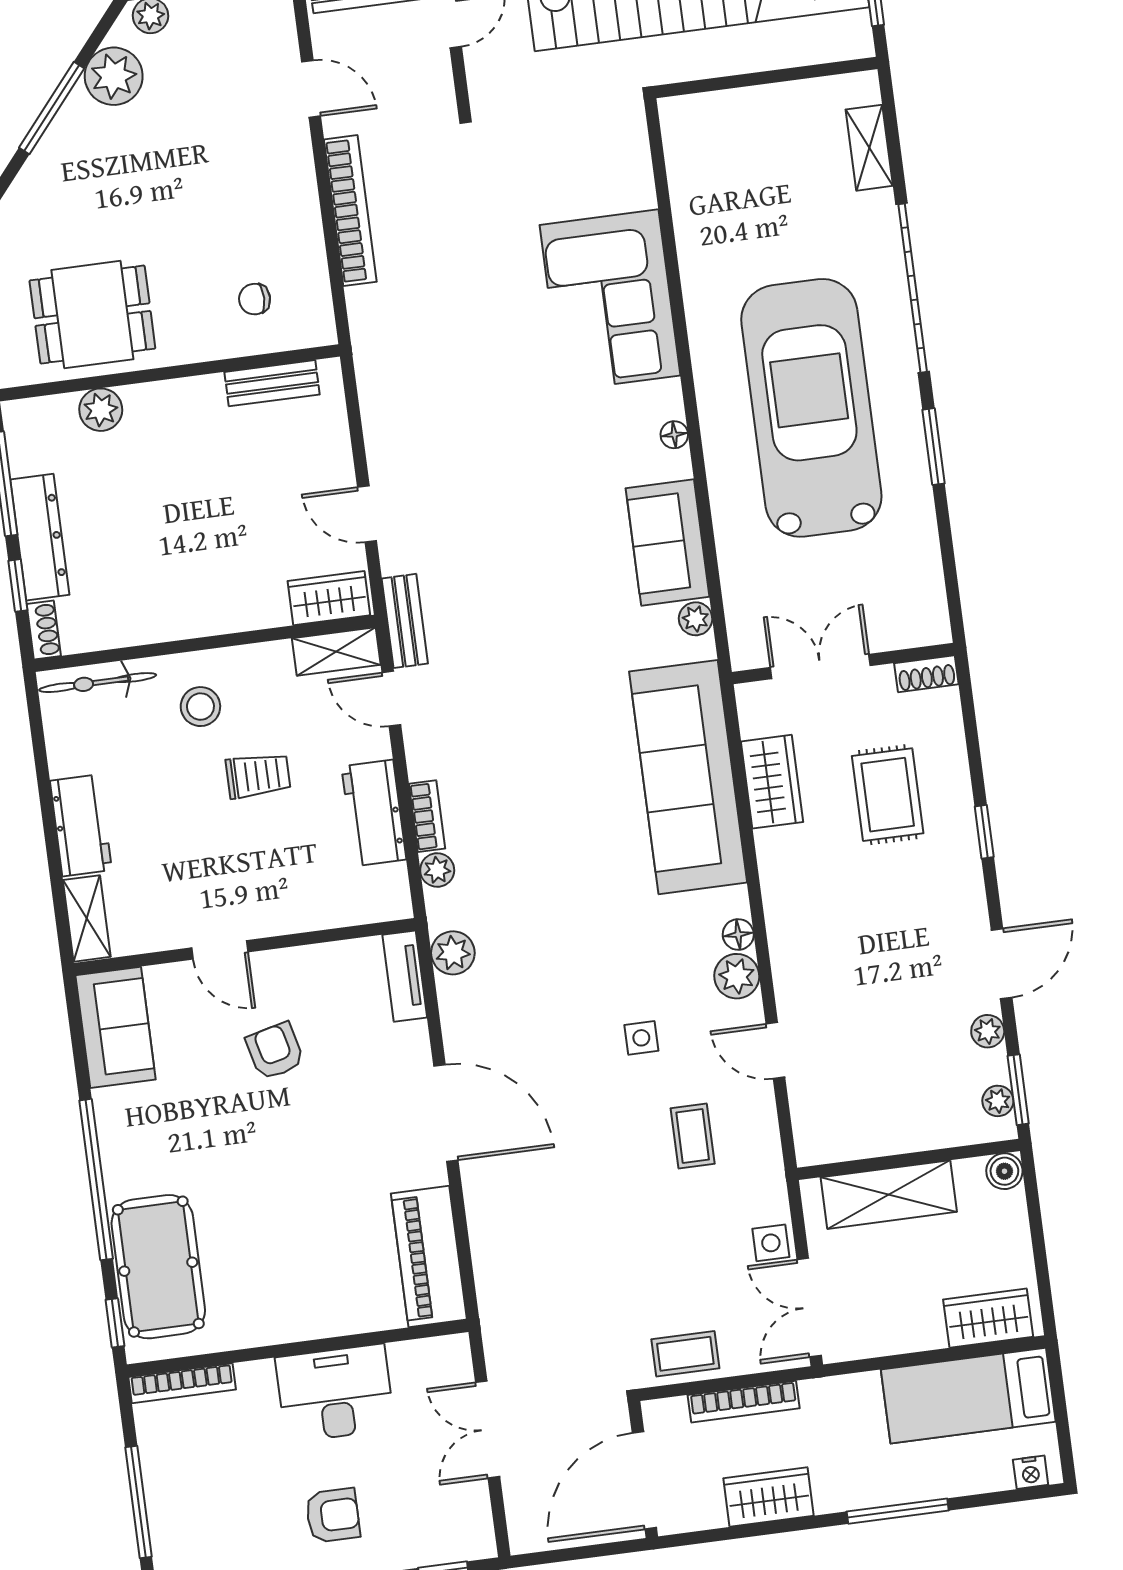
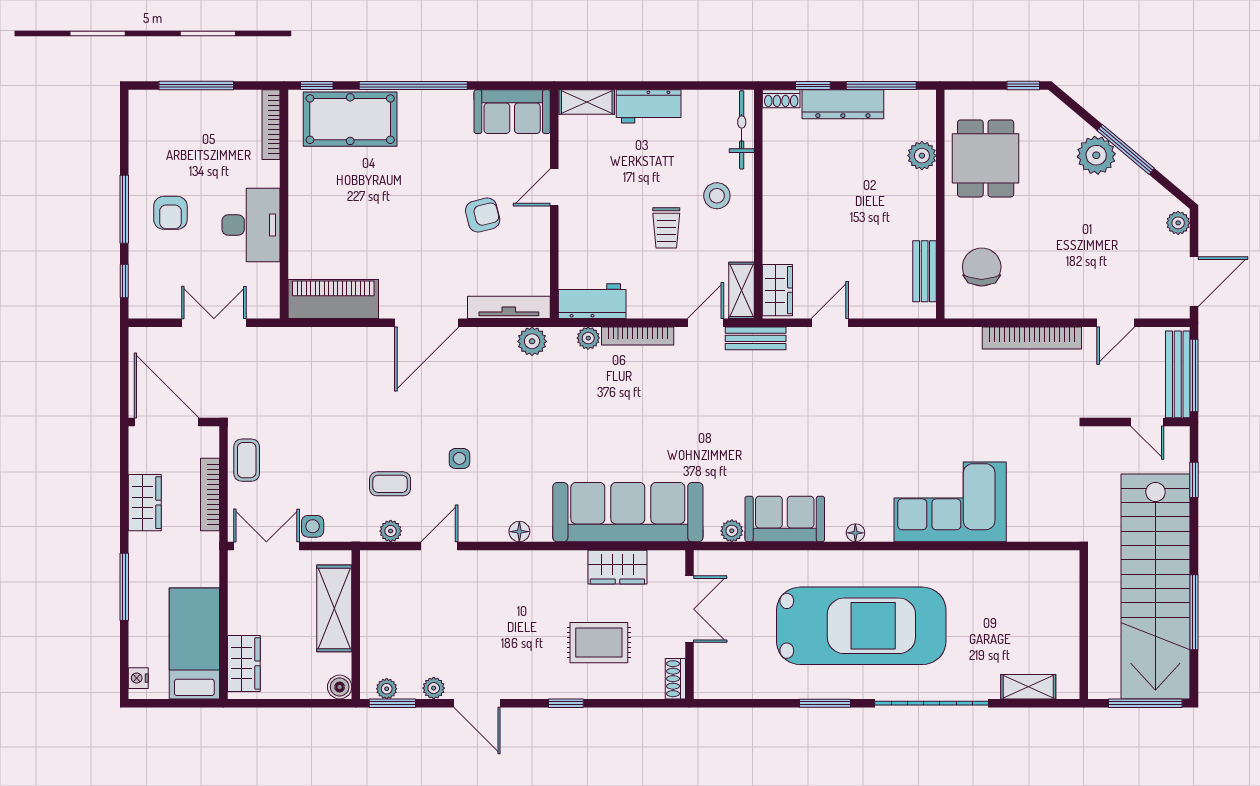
plant: (114, 76) -> (1096, 155), moved
chair: (255, 299) -> (982, 267), width x1.87, depth x1.87
workbench: (374, 813) -> (592, 301), moved
bookcase: (427, 816) -> (638, 336), width x1.56
tv unit: (405, 976) -> (509, 307), width x1.41
plant: (737, 976) -> (391, 531), moved, width x0.73, depth x0.73

